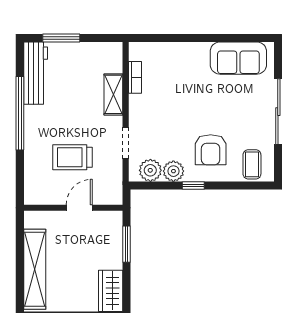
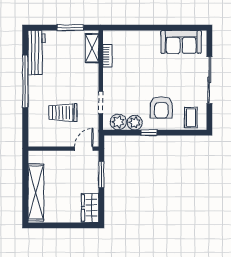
window: (61, 38) -> (70, 28), moved
shelving: (113, 94) -> (92, 48), moved
door: (79, 208) -> (84, 149), moved

